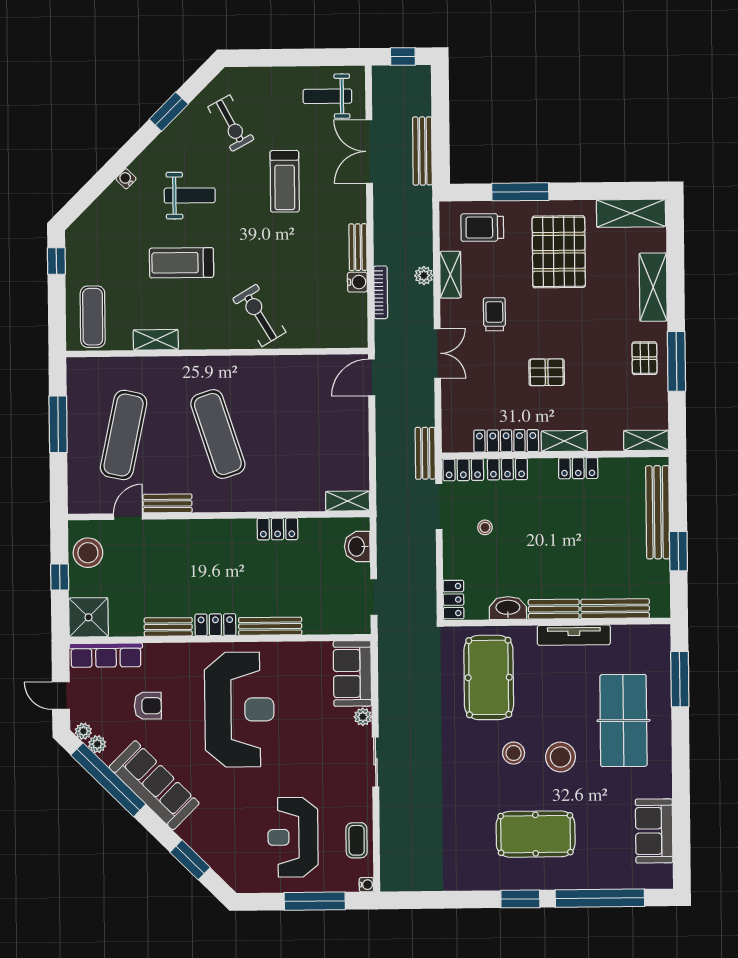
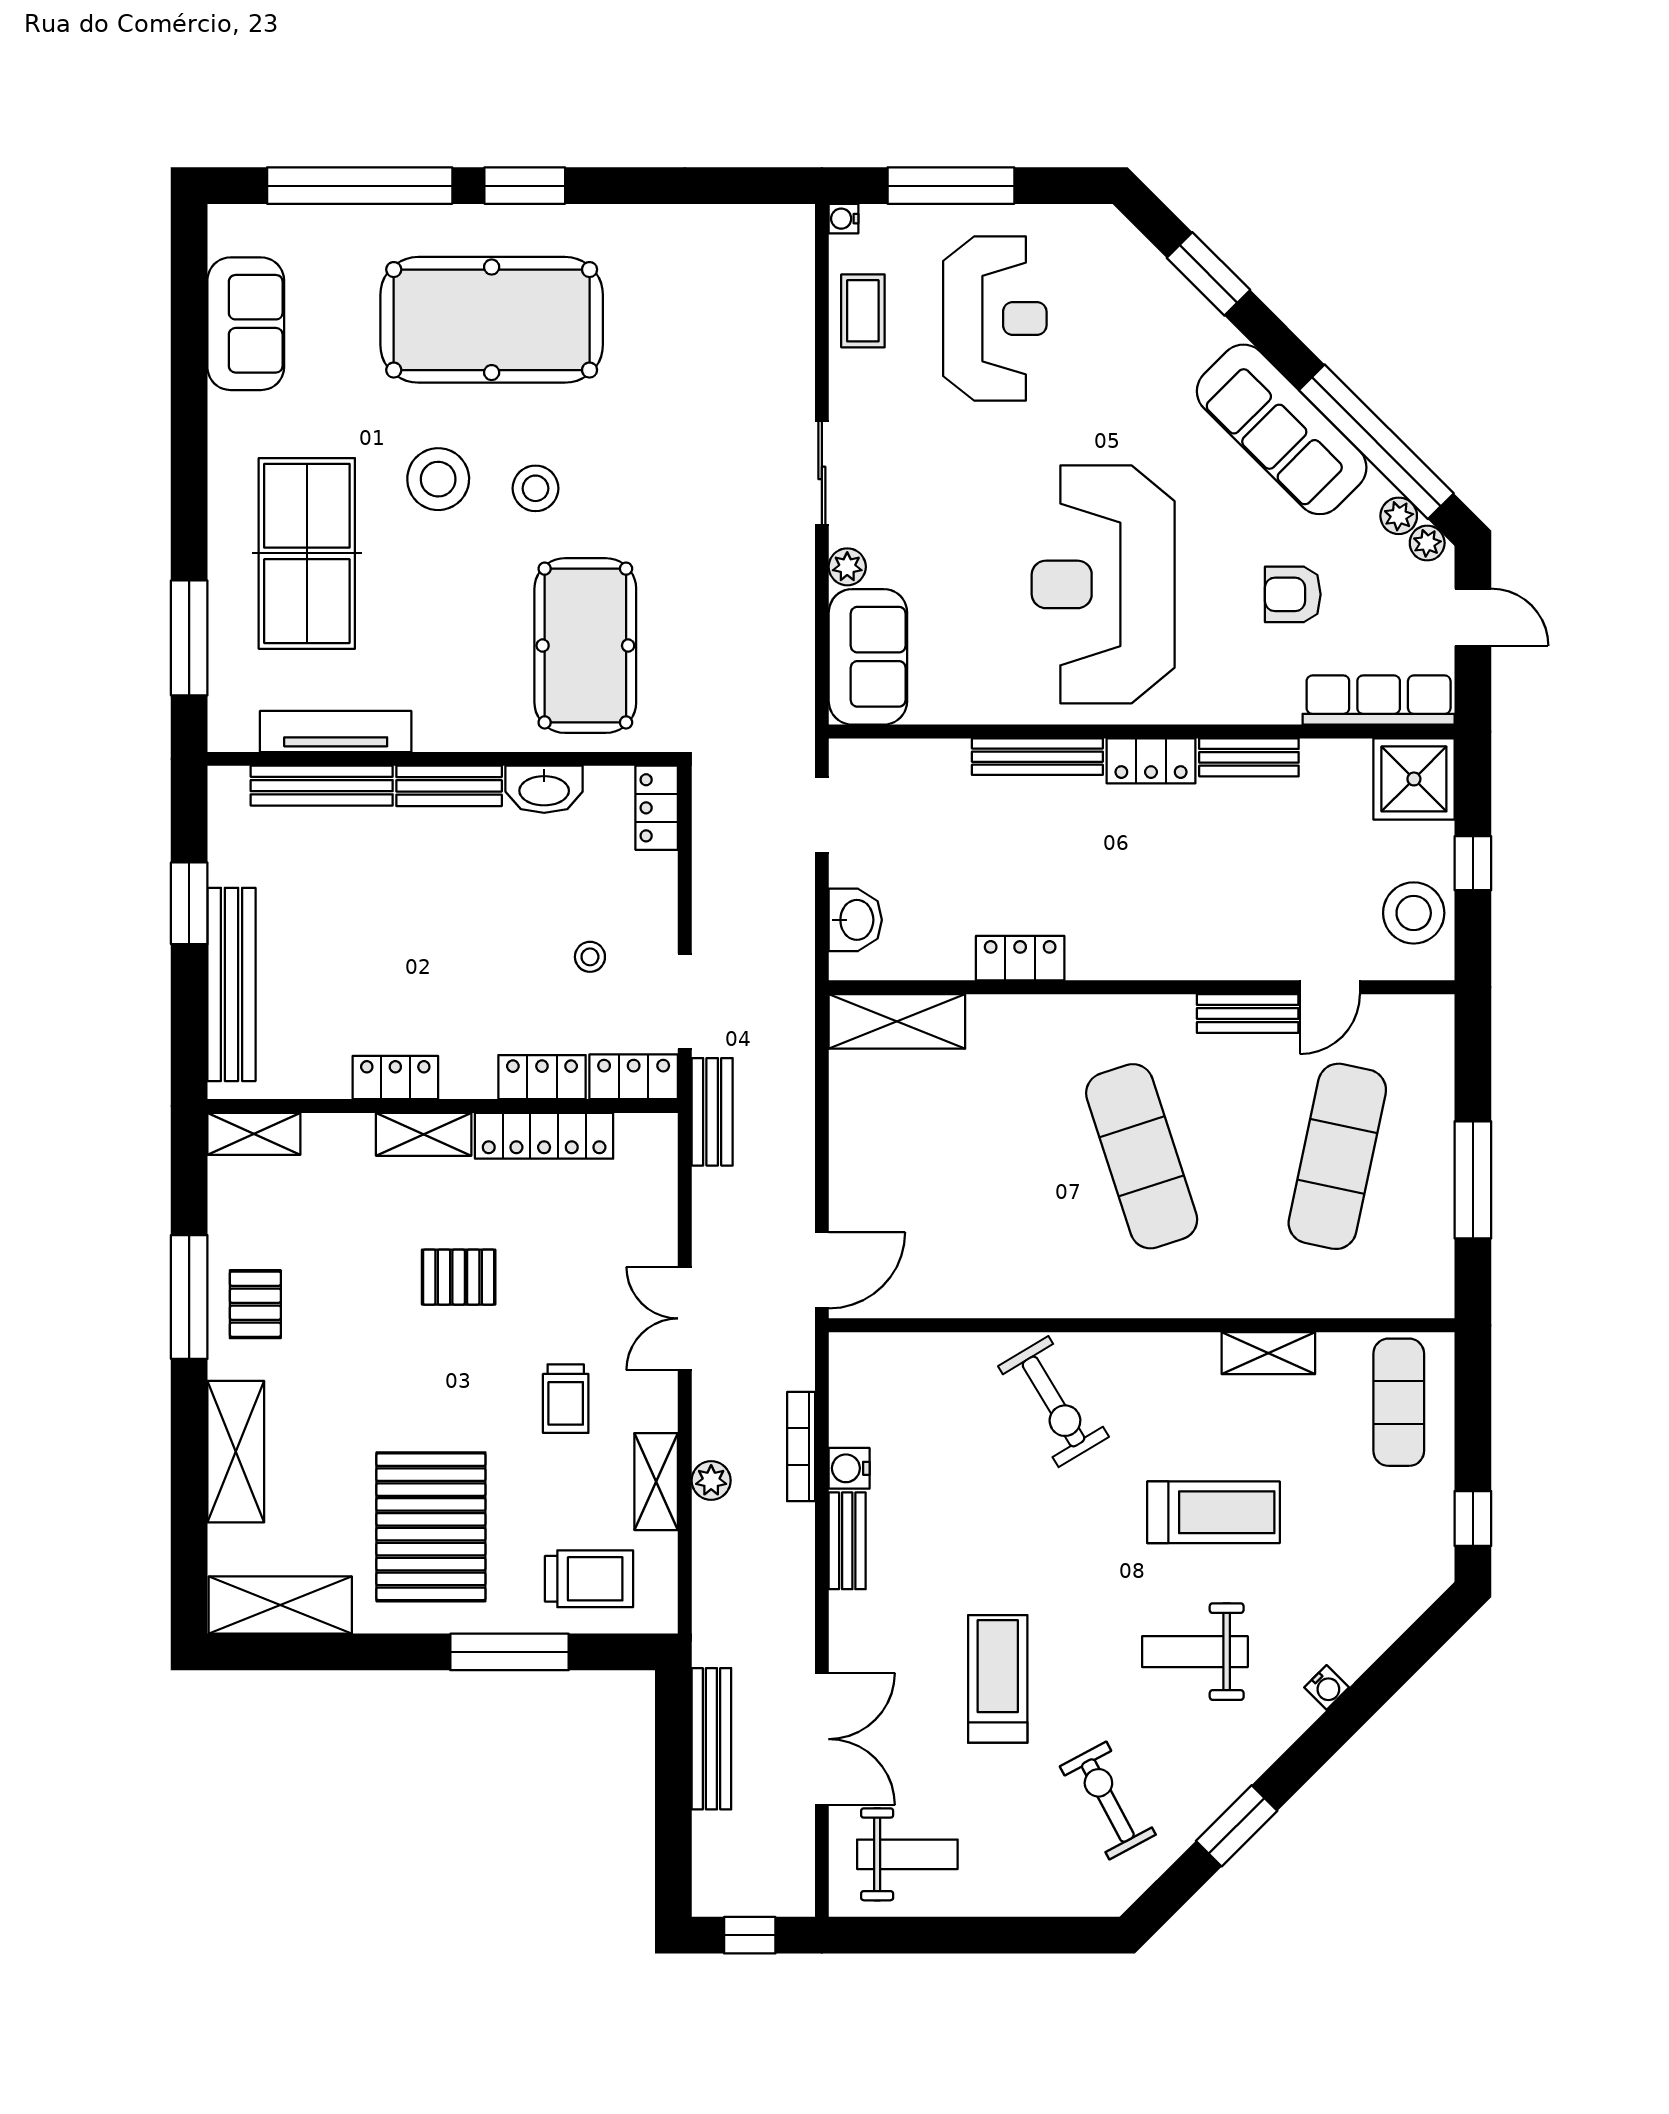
shelving: (348, 501) -> (897, 1021), width x1.50, depth x1.33
tv unit: (574, 635) -> (336, 732), moved
pool table: (536, 834) -> (492, 320), width x1.36, depth x1.32

